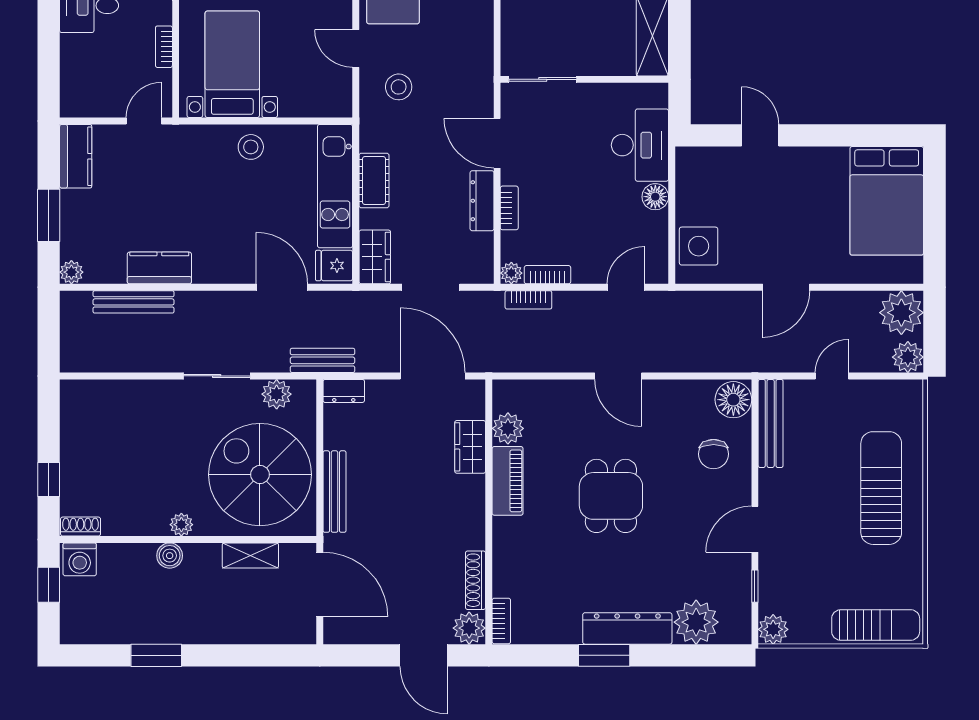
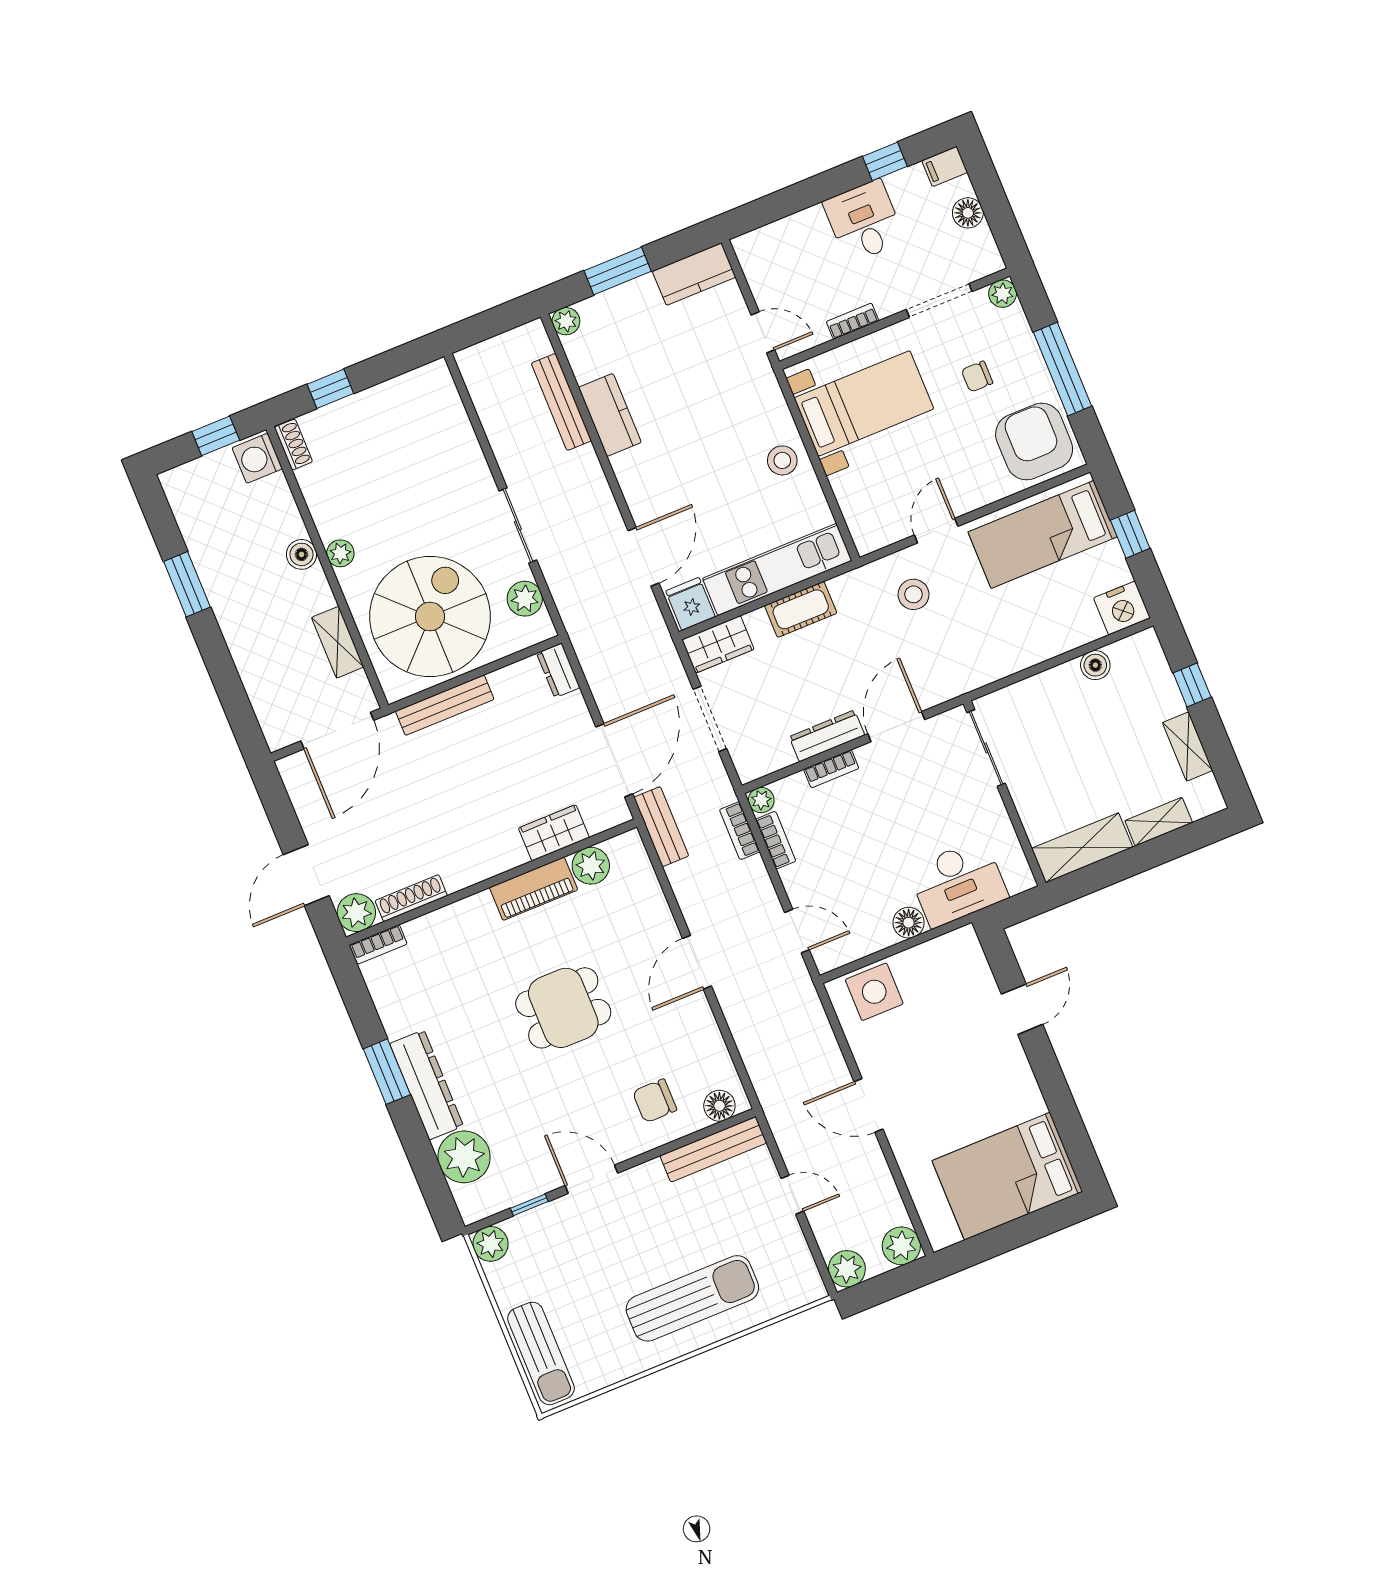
plant: (901, 313) -> (901, 1246), width x0.73, depth x0.73
bench: (322, 360) -> (661, 827), moved
floor lamp: (733, 400) -> (719, 1106), width x0.73, depth x0.73

